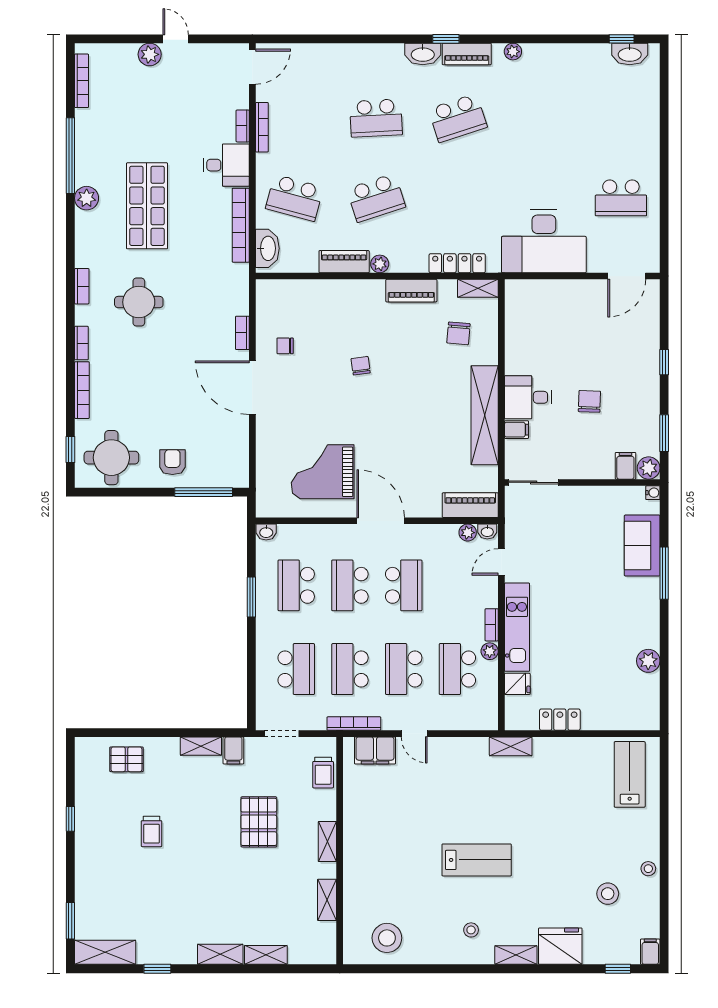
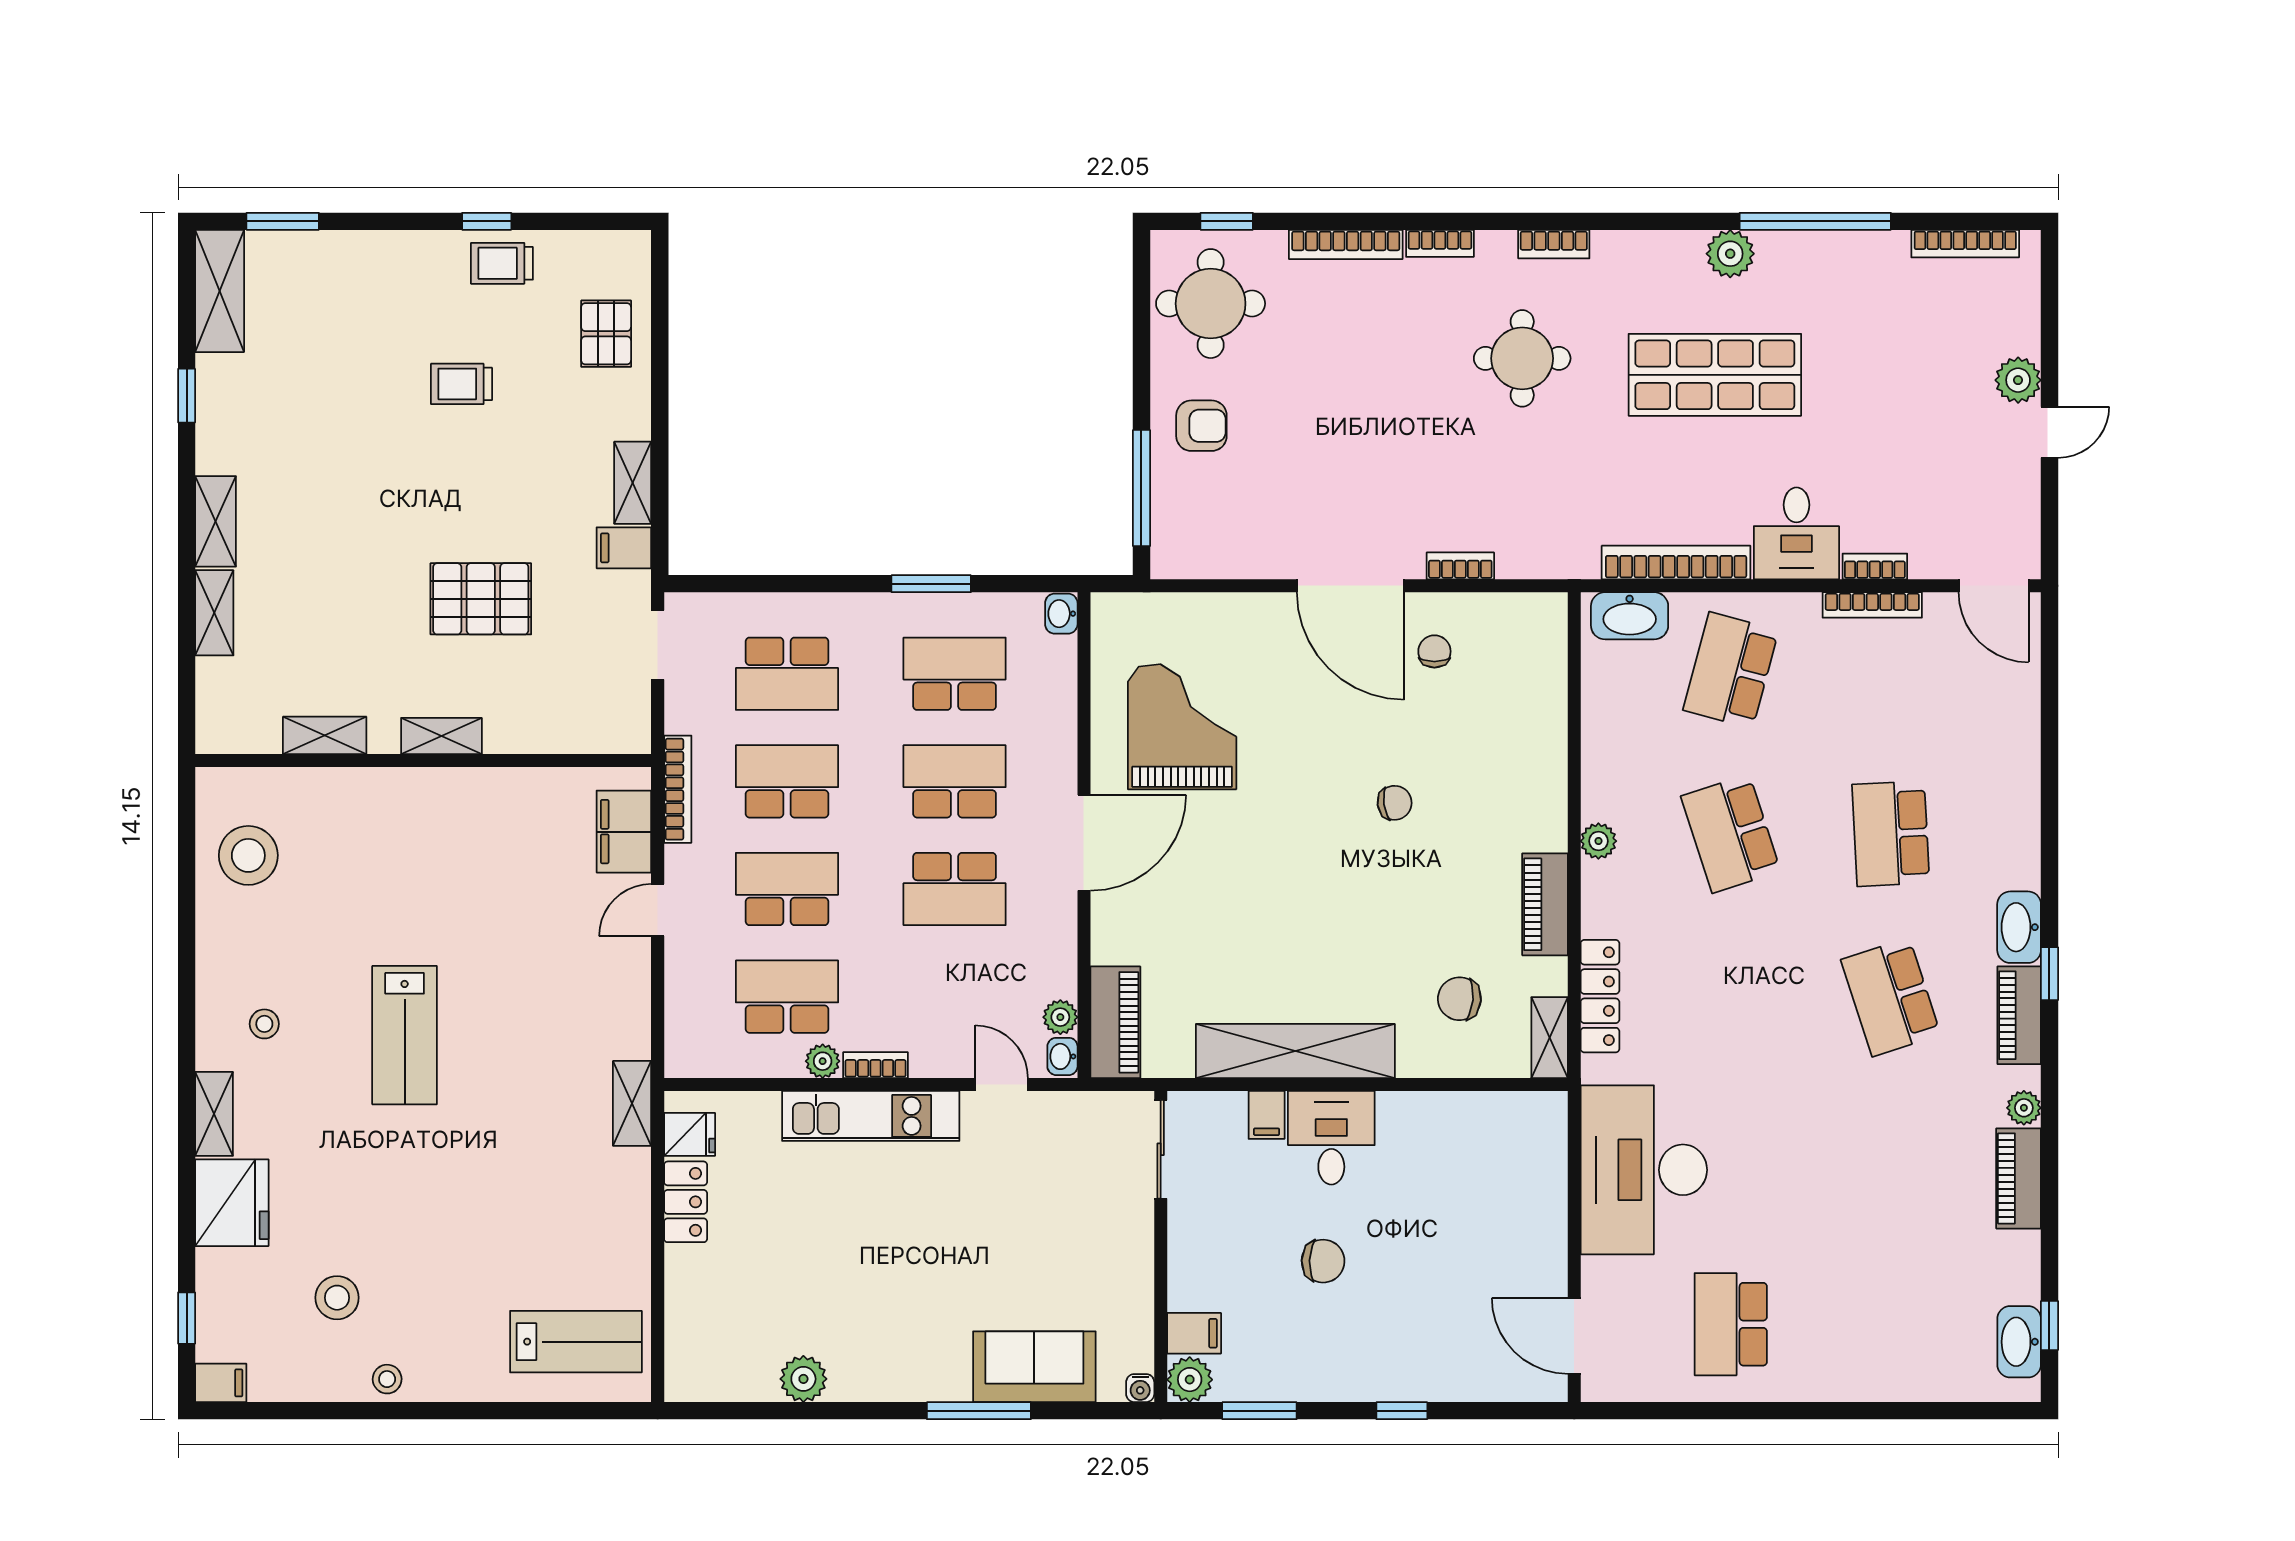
piano: (344, 262) -> (2019, 1178), moved, turned 180
door: (252, 388) -> (1351, 586), swing flipped
fridge: (517, 684) -> (690, 1134), moved, turned -90
trolley: (323, 773) -> (502, 263), moved

